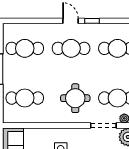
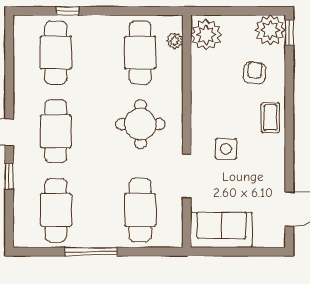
window: (92, 21) -> (9, 176), moved
doorway: (103, 125) -> (187, 176), moved

